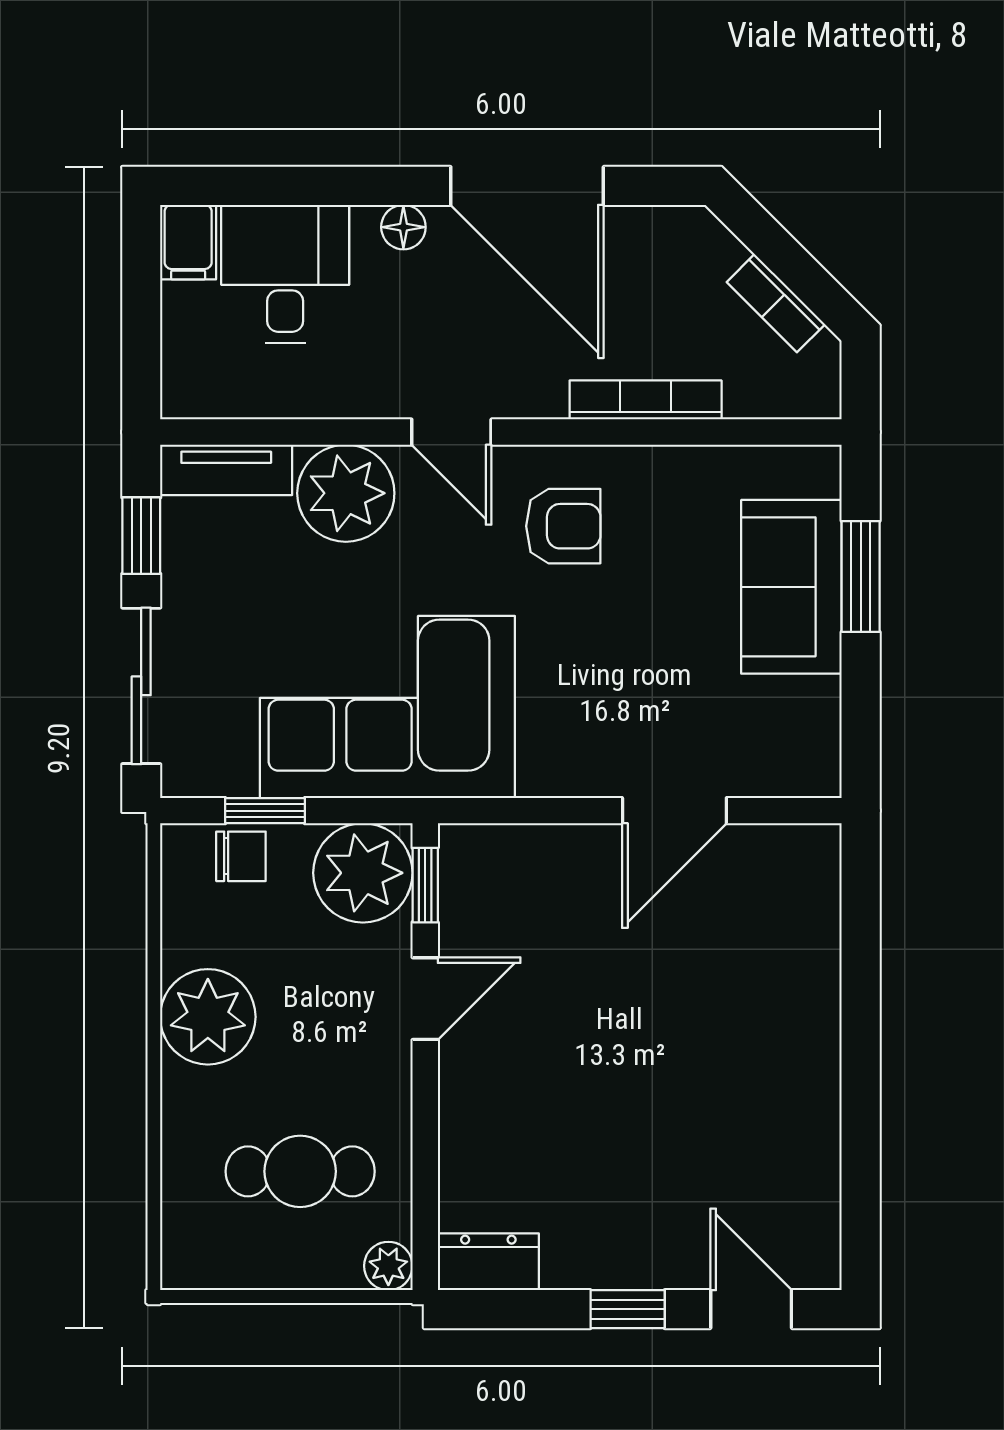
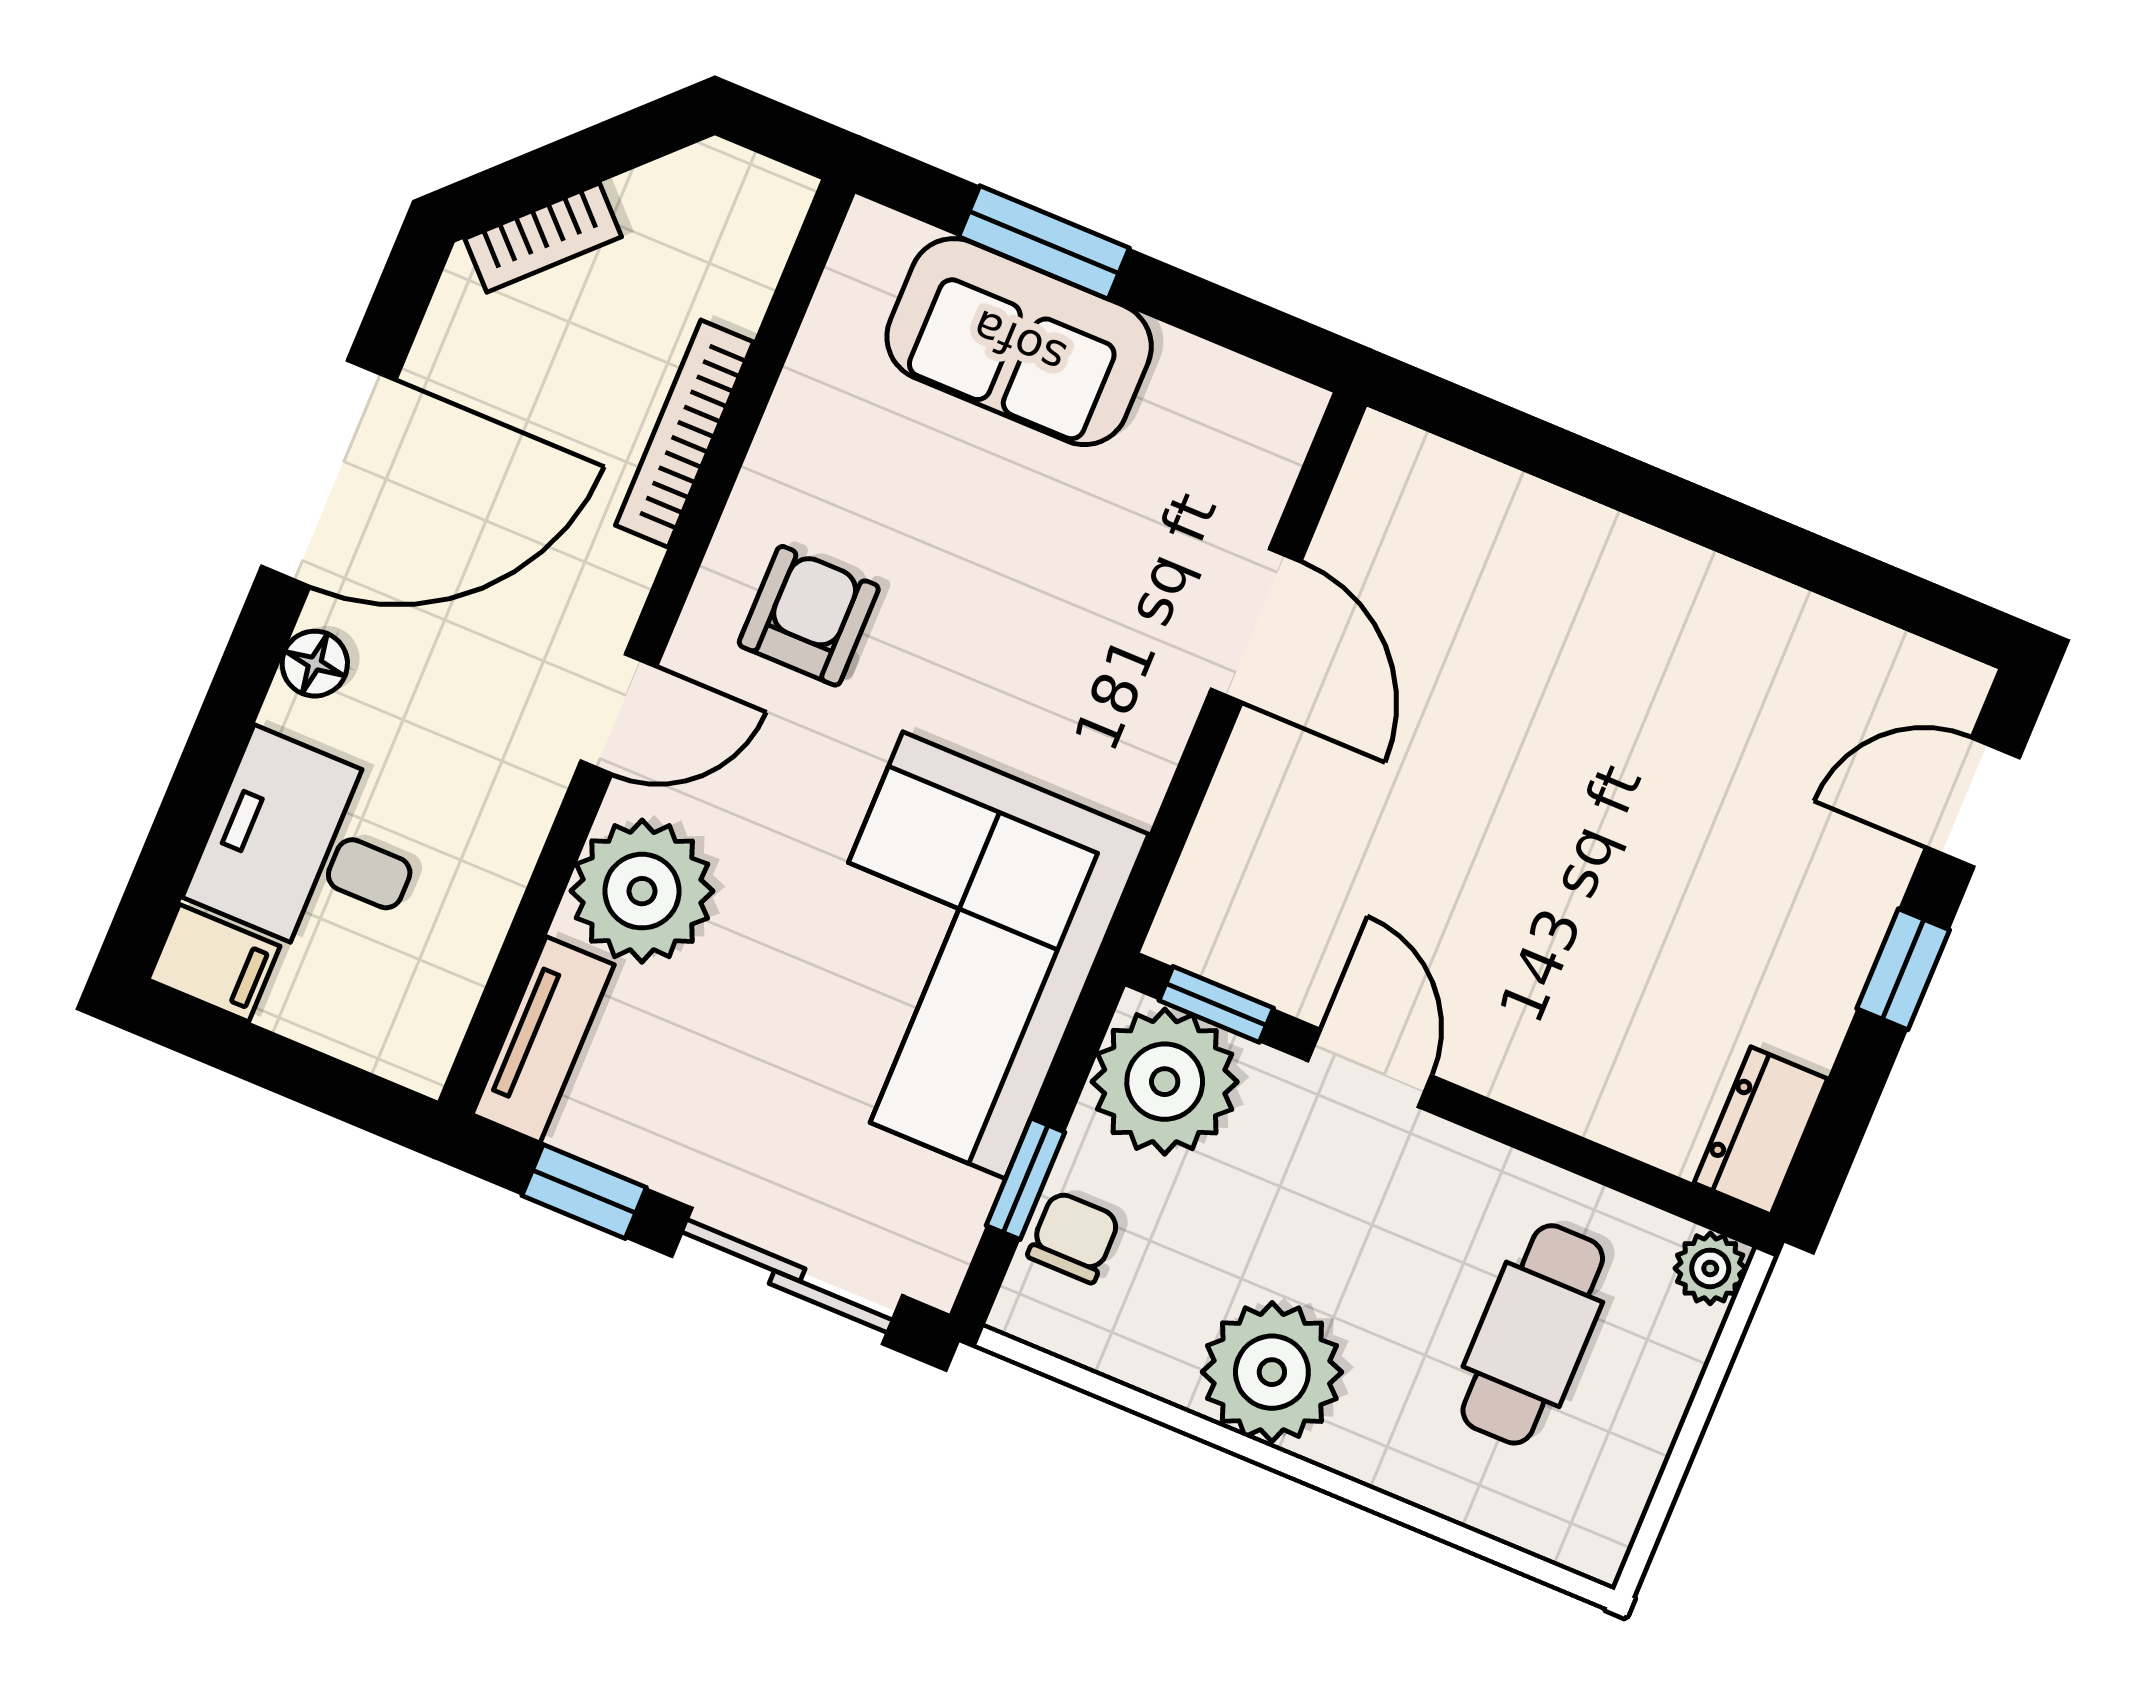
bookcase: (776, 303) -> (543, 238), moved

